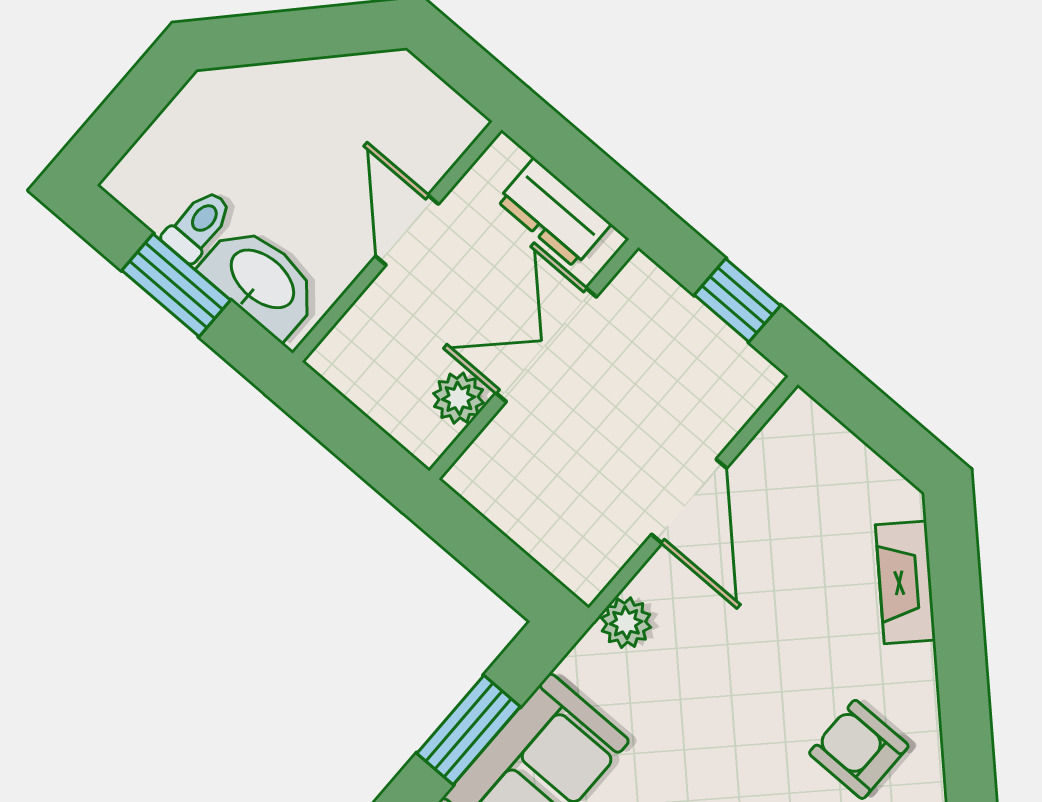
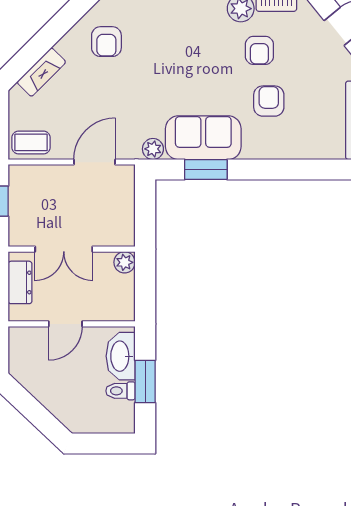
plant: (459, 398) -> (125, 262), moved
coffee table: (793, 453) -> (31, 142), added
door: (689, 501) -> (94, 162), moved
plant: (626, 623) -> (153, 149), moved

